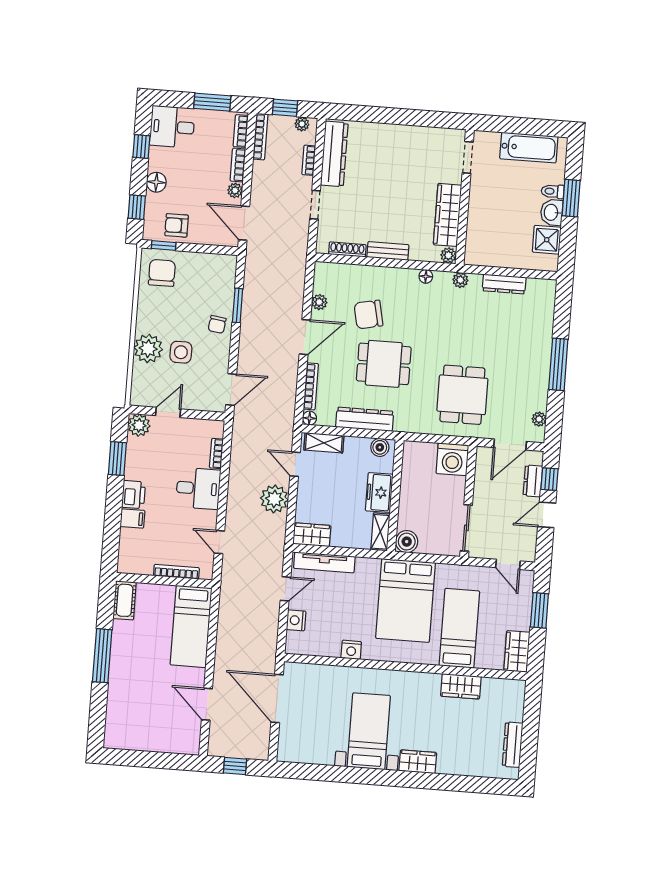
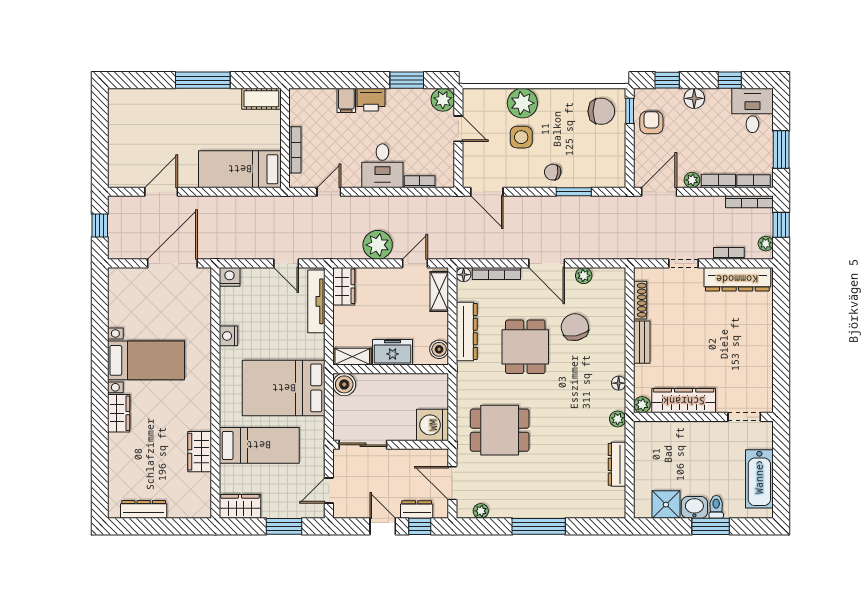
nightstand: (296, 620) -> (230, 277), moved

